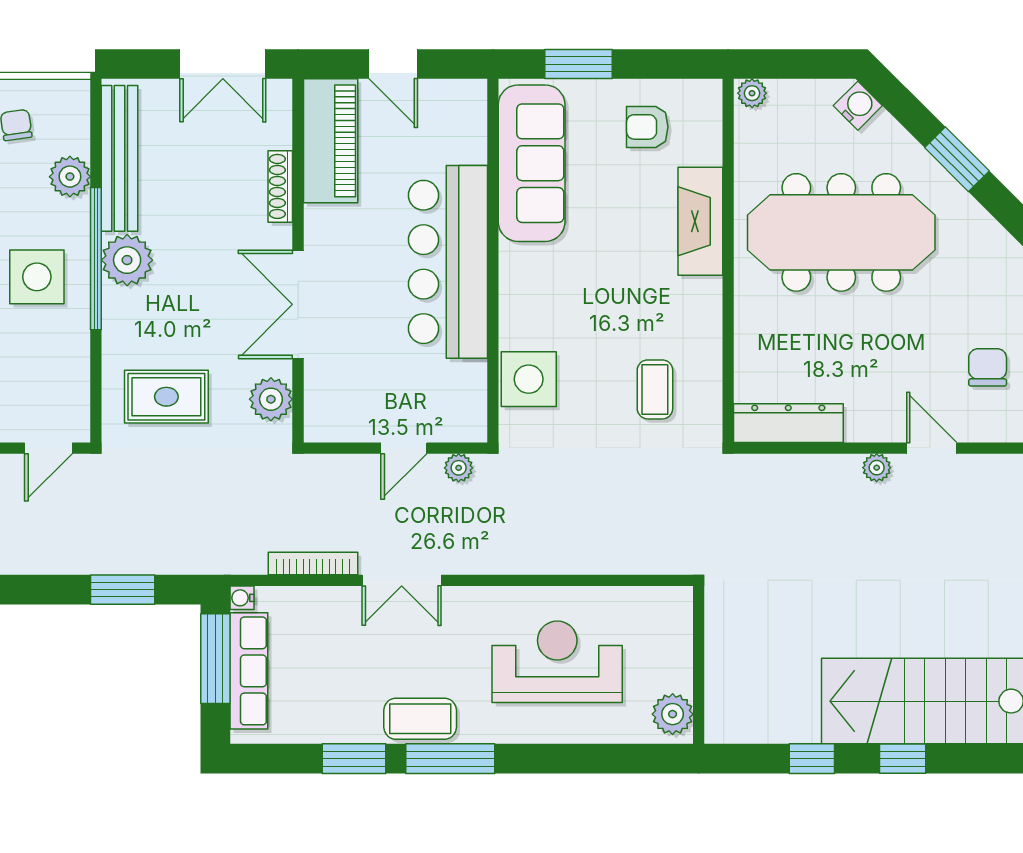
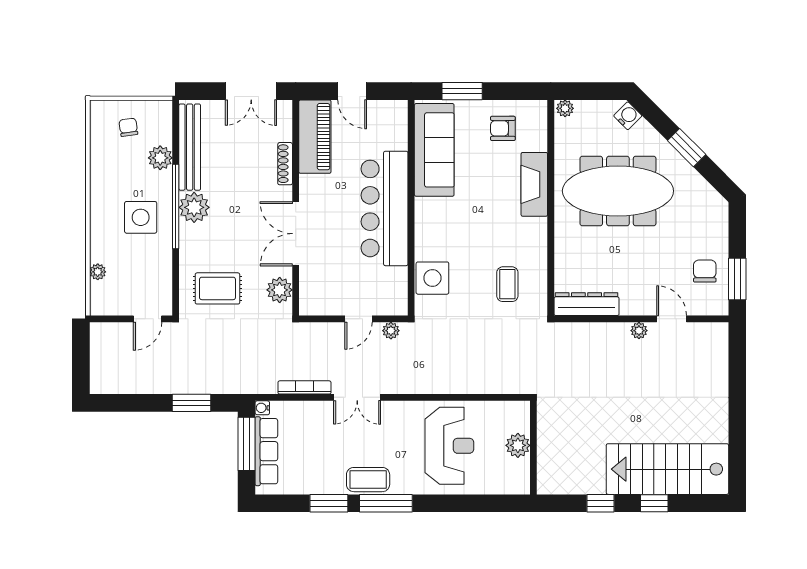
reception desk: (557, 662) -> (449, 446), turned 90
plant: (673, 714) -> (518, 445), moved

